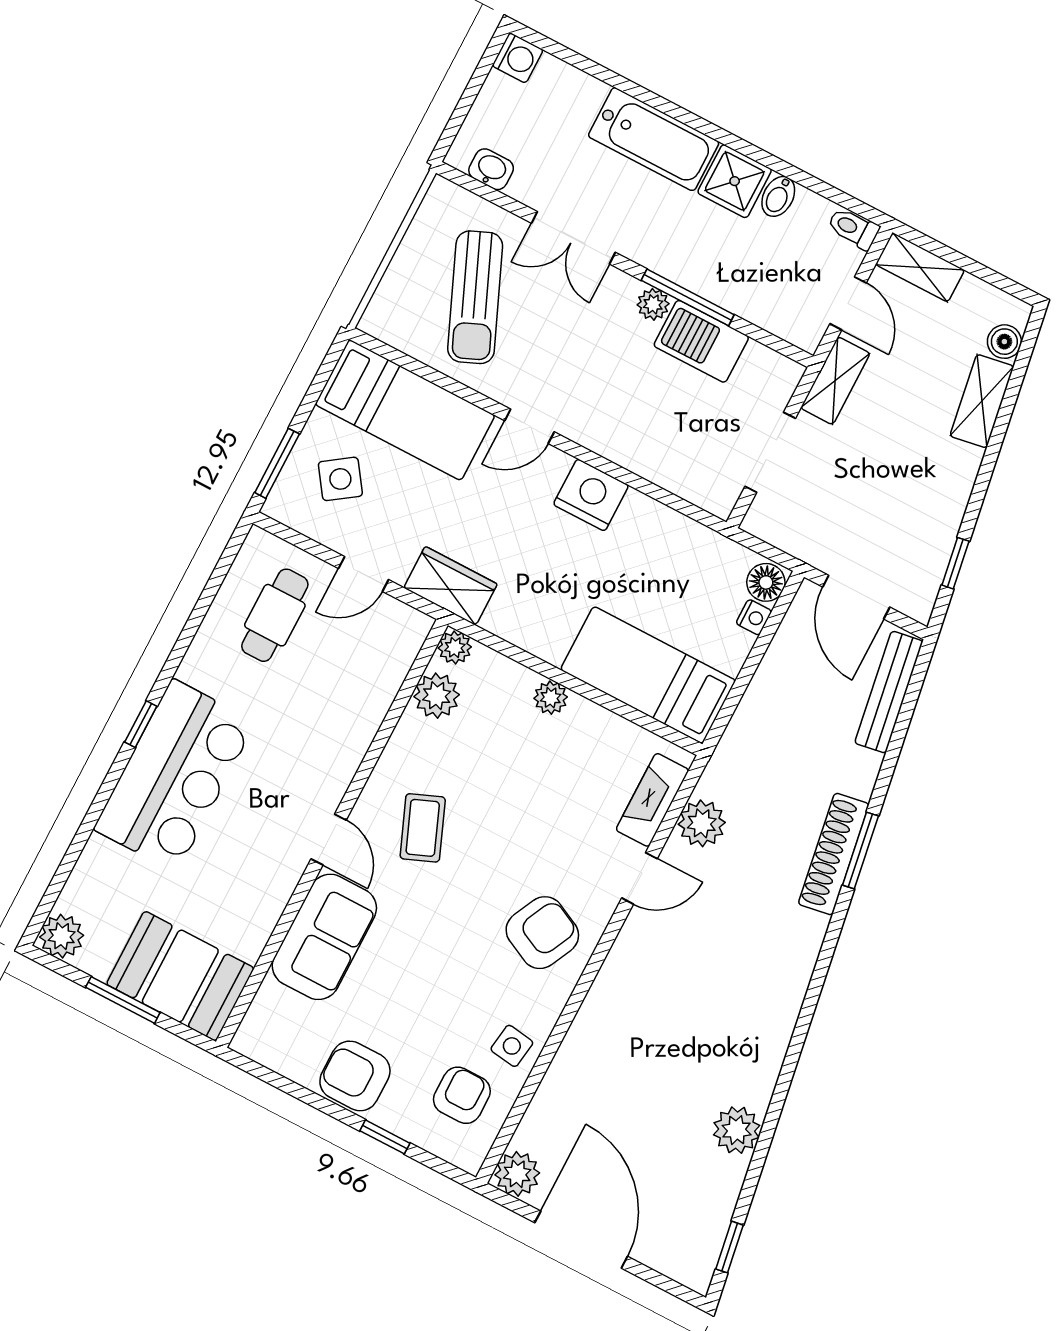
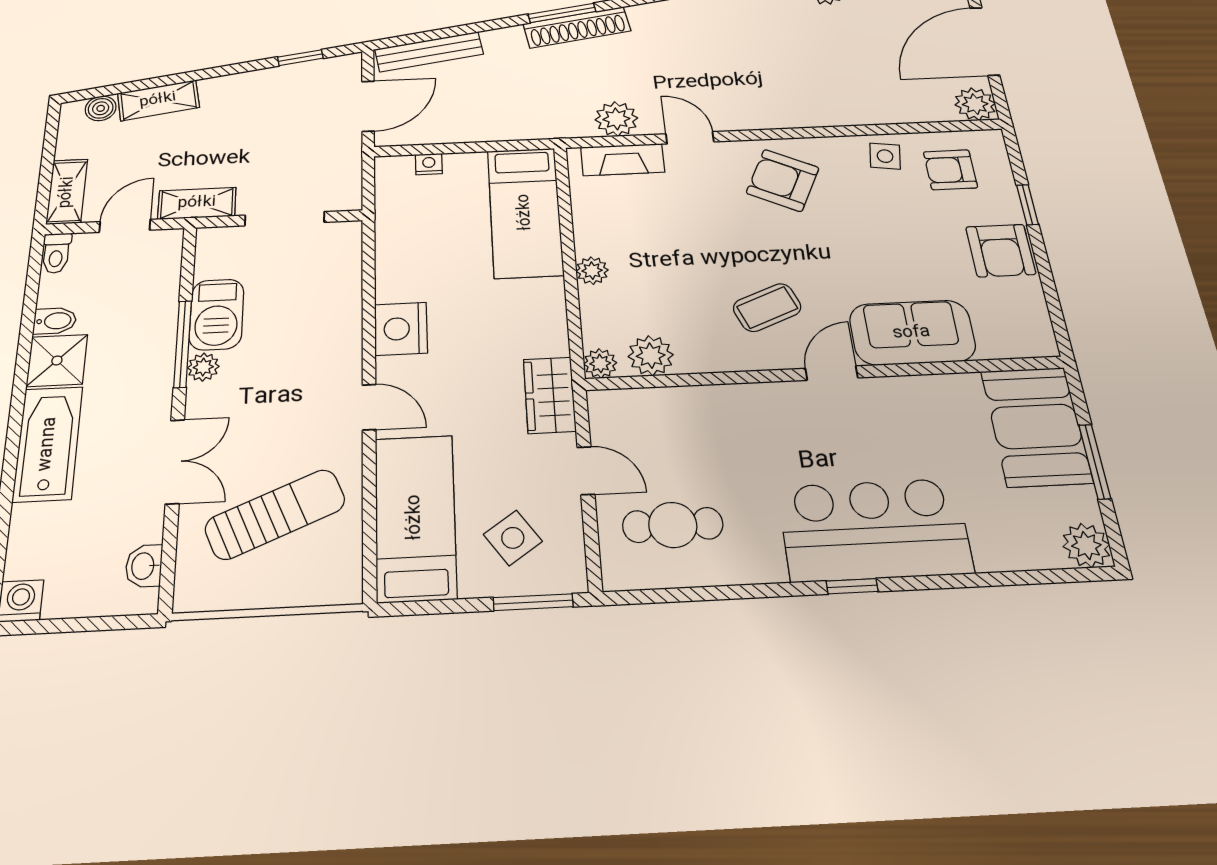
floor lamp: (766, 582) -> (395, 170), removed

